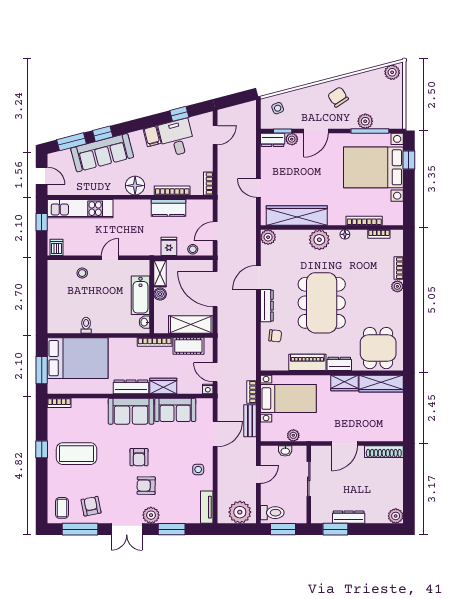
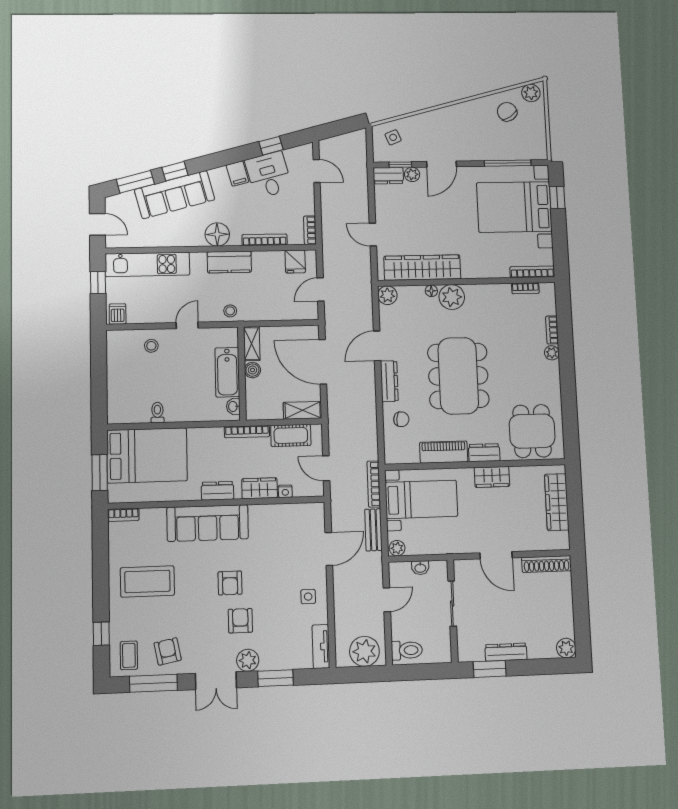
chair: (338, 97) -> (507, 112), moved
plant: (365, 121) -> (501, 152), removed
door: (215, 135) -> (317, 171), hinge flipped
kitchen counter: (168, 208) -> (229, 262), moved
bookcase: (364, 221) -> (532, 272), moved
floor lamp: (345, 234) -> (431, 291), moved
fridge: (169, 246) -> (295, 262), moved, turned 180
stool: (193, 249) -> (230, 311), moved
shelving: (191, 324) -> (303, 410), width x0.67, depth x0.75
wardrobe: (381, 384) -> (557, 502), moved, turned 90
dresser: (131, 387) -> (217, 491), width x0.70
nightstand: (208, 389) -> (285, 491), moved
bookcase: (252, 392) -> (374, 484), width x1.56
sofa: (175, 410) -> (276, 519), removed
sofa: (131, 411) -> (208, 523), width x1.36
plant: (293, 435) -> (397, 548), moved
door: (345, 443) -> (496, 555), hinge flipped
window: (42, 449) -> (101, 634), moved
armchair: (146, 486) -> (240, 621), turned 89
window: (283, 529) -> (422, 672), removed

